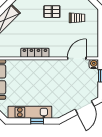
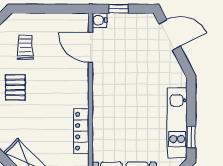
locker: (35, 53) -> (81, 131), moved
window: (37, 121) -> (191, 137), moved

